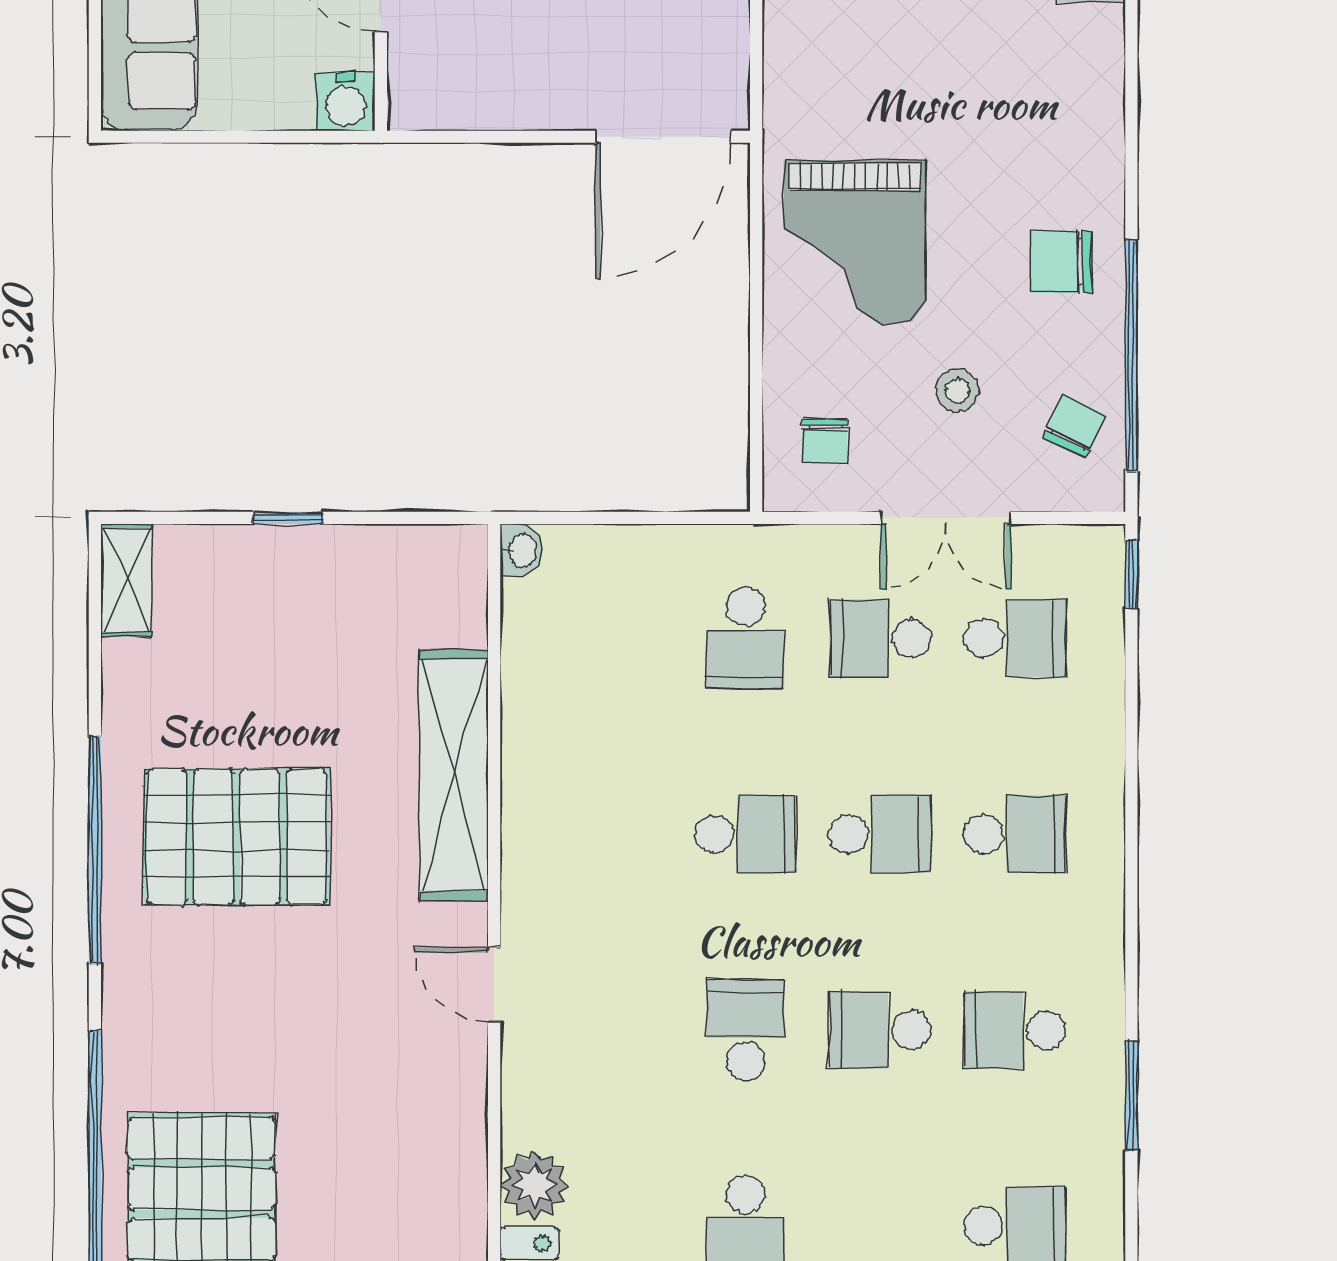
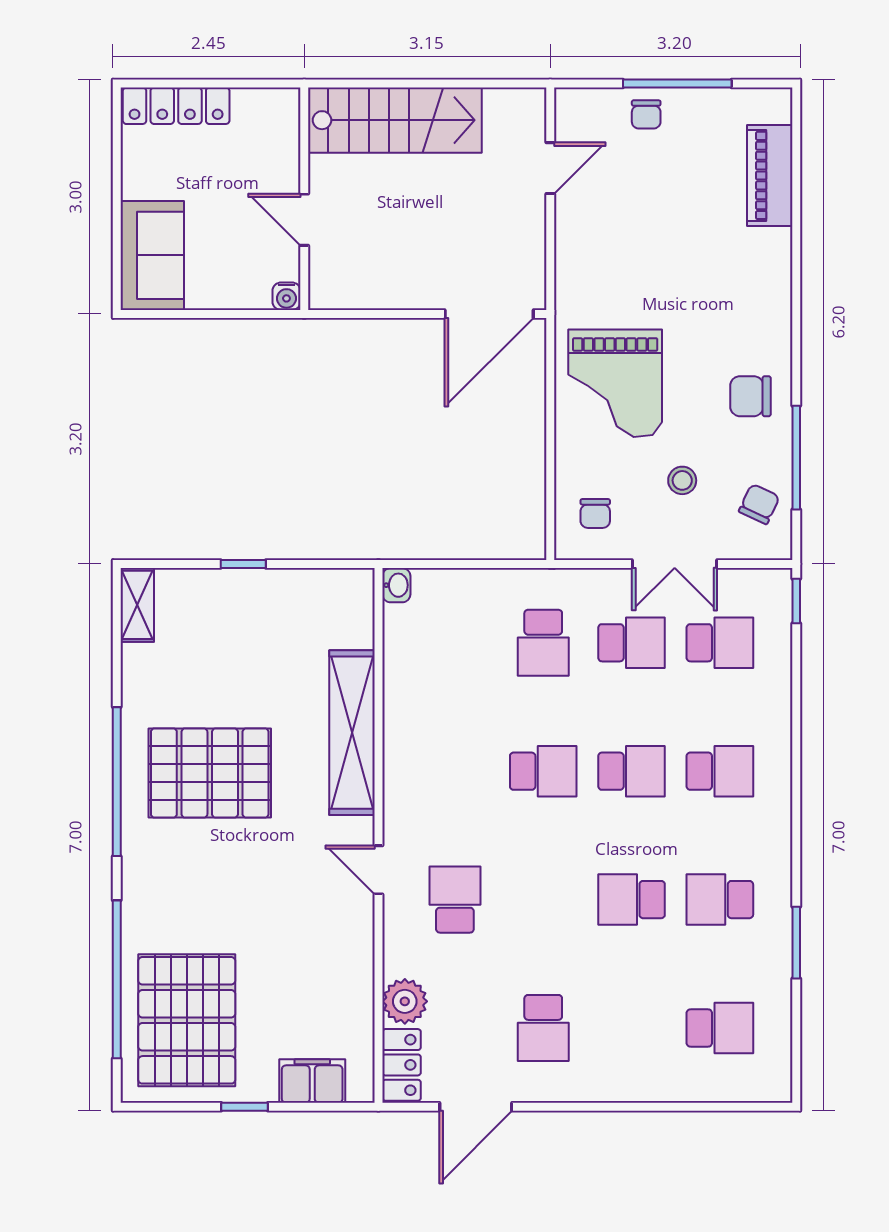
water cooler: (346, 102) -> (286, 296), width x0.72, depth x0.72
window: (1131, 356) -> (796, 458), width x0.68
school desk: (880, 638) -> (632, 643), turned 180
school desk: (745, 1030) -> (455, 900), moved

